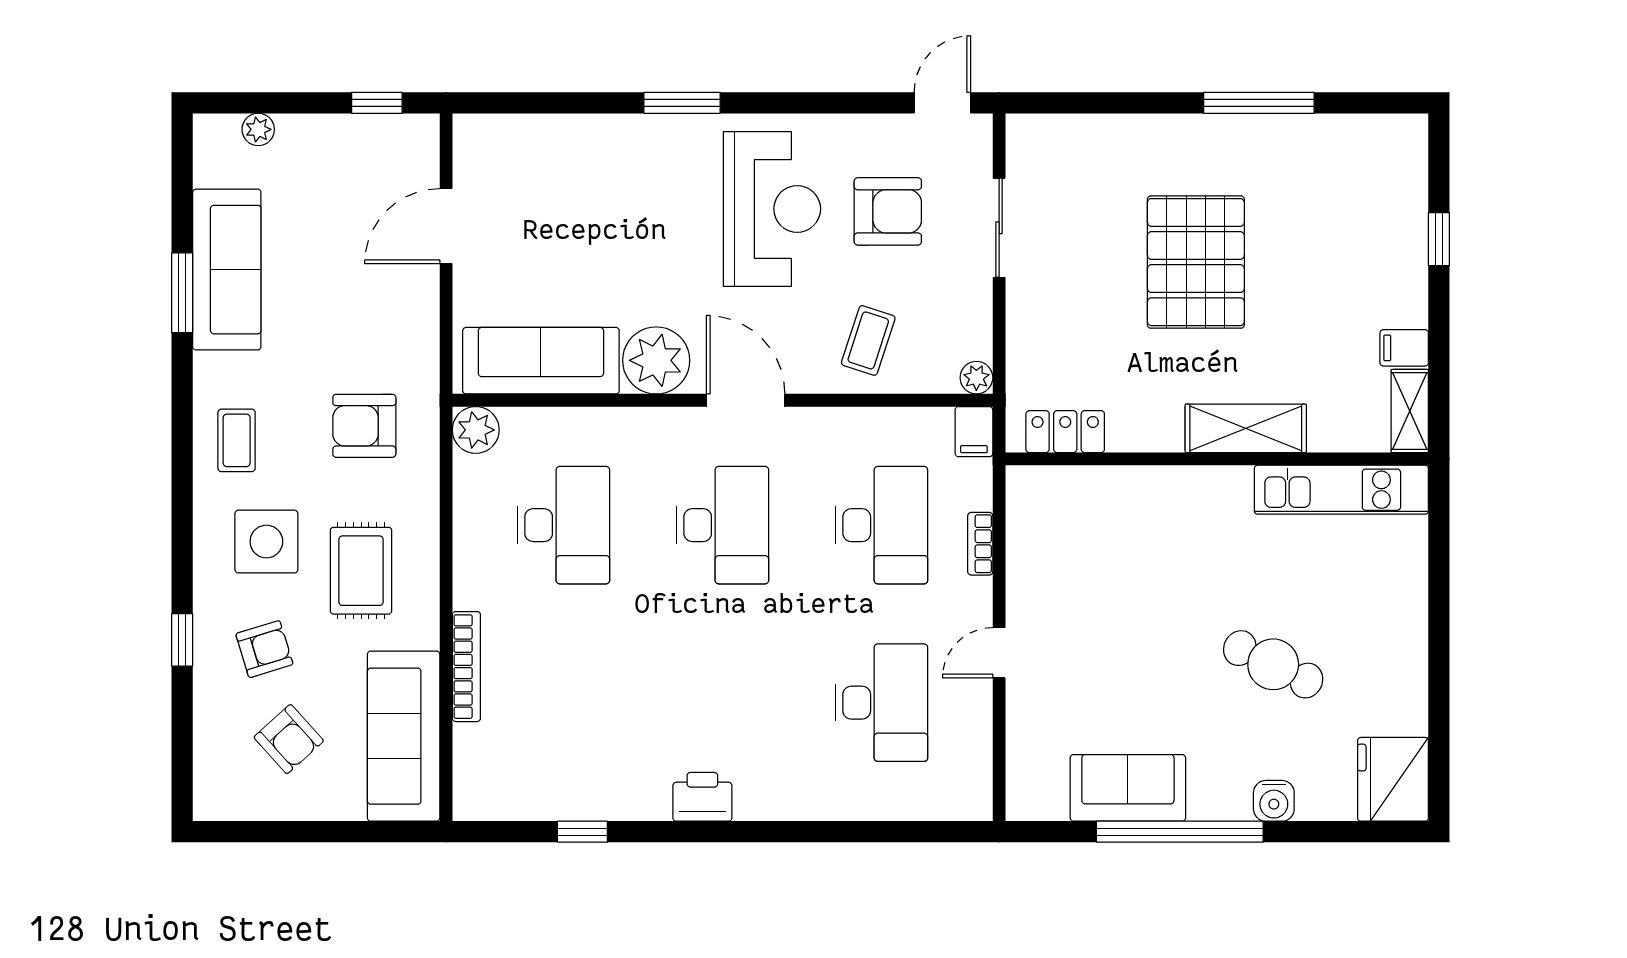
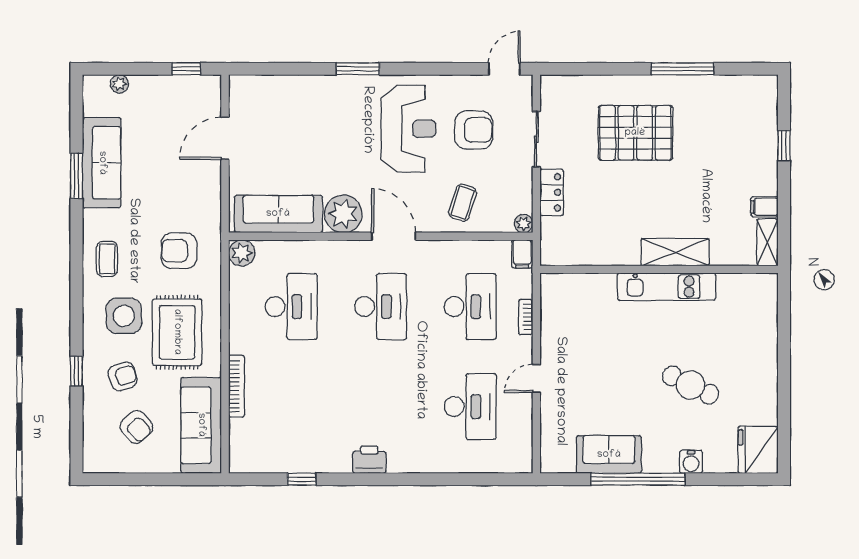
pallet: (1196, 262) -> (635, 133), moved, turned 90
locker: (1065, 432) -> (552, 192), moved, turned 90
kitchen unit: (1341, 490) -> (666, 287), moved
rug: (361, 571) -> (177, 332), width x1.36, depth x1.43

